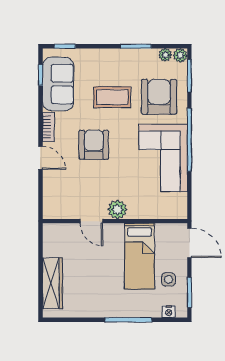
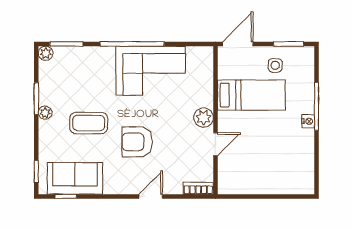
plant: (165, 55) -> (45, 113), moved
coffee table: (112, 97) -> (89, 123), turned 90
armchair: (159, 97) -> (88, 75), removed
bookcase: (48, 127) -> (198, 188), moved
wardrobe: (52, 283) -> (279, 184), removed
nightstand: (169, 312) -> (308, 121), moved

